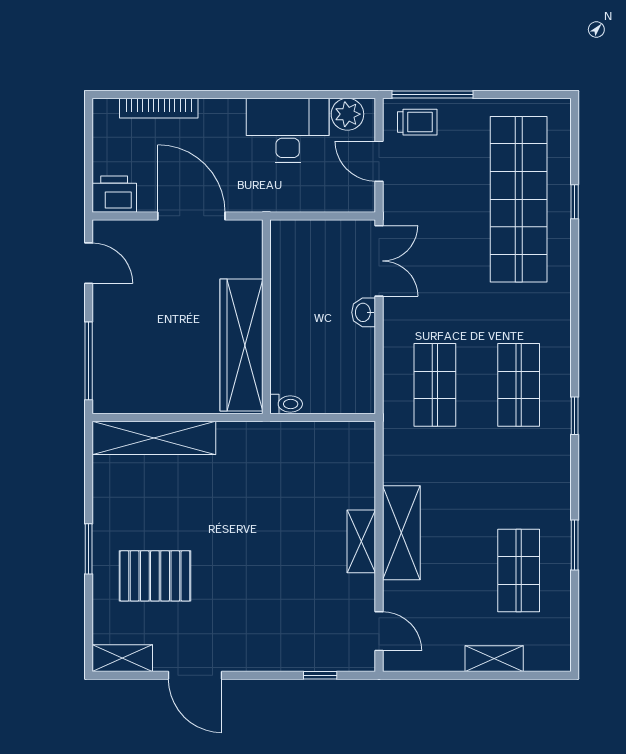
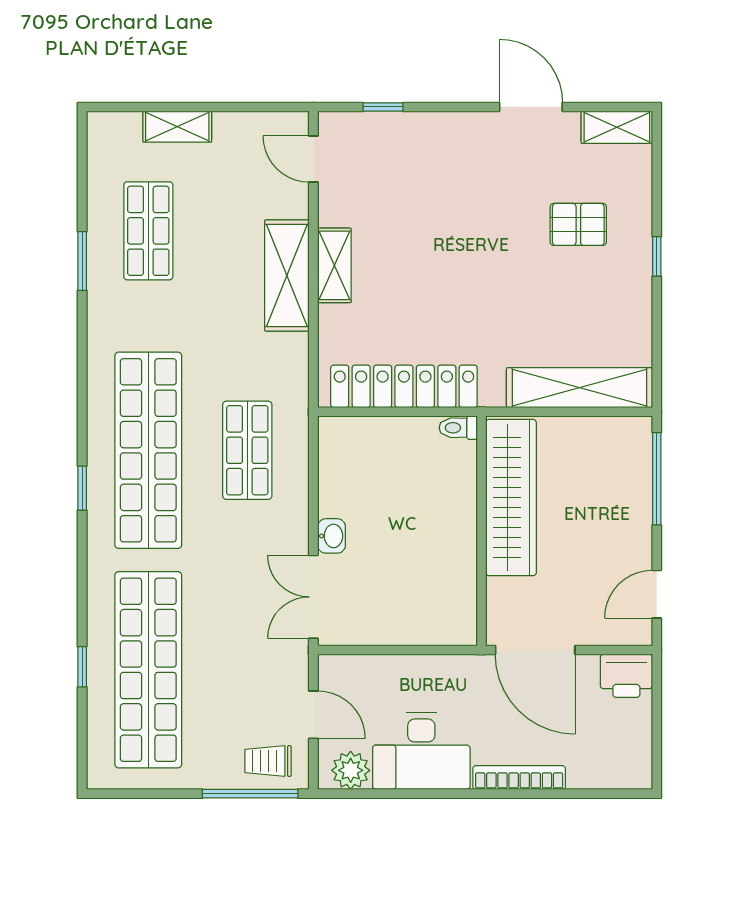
bookcase: (159, 108) -> (519, 778), moved
door: (89, 263) -> (657, 594), hinge flipped
wall: (266, 317) -> (482, 531), moved
wardrobe: (241, 345) -> (511, 498), moved
shop shelf: (519, 385) -> (148, 450), width x2.00, depth x1.36
toilet: (286, 404) -> (458, 428), moved
window: (575, 416) -> (82, 488), moved
locker: (302, 439) -> (404, 386), added
window: (89, 549) -> (657, 256), width x0.67
pallet: (155, 576) -> (578, 224), width x0.67, depth x0.71

